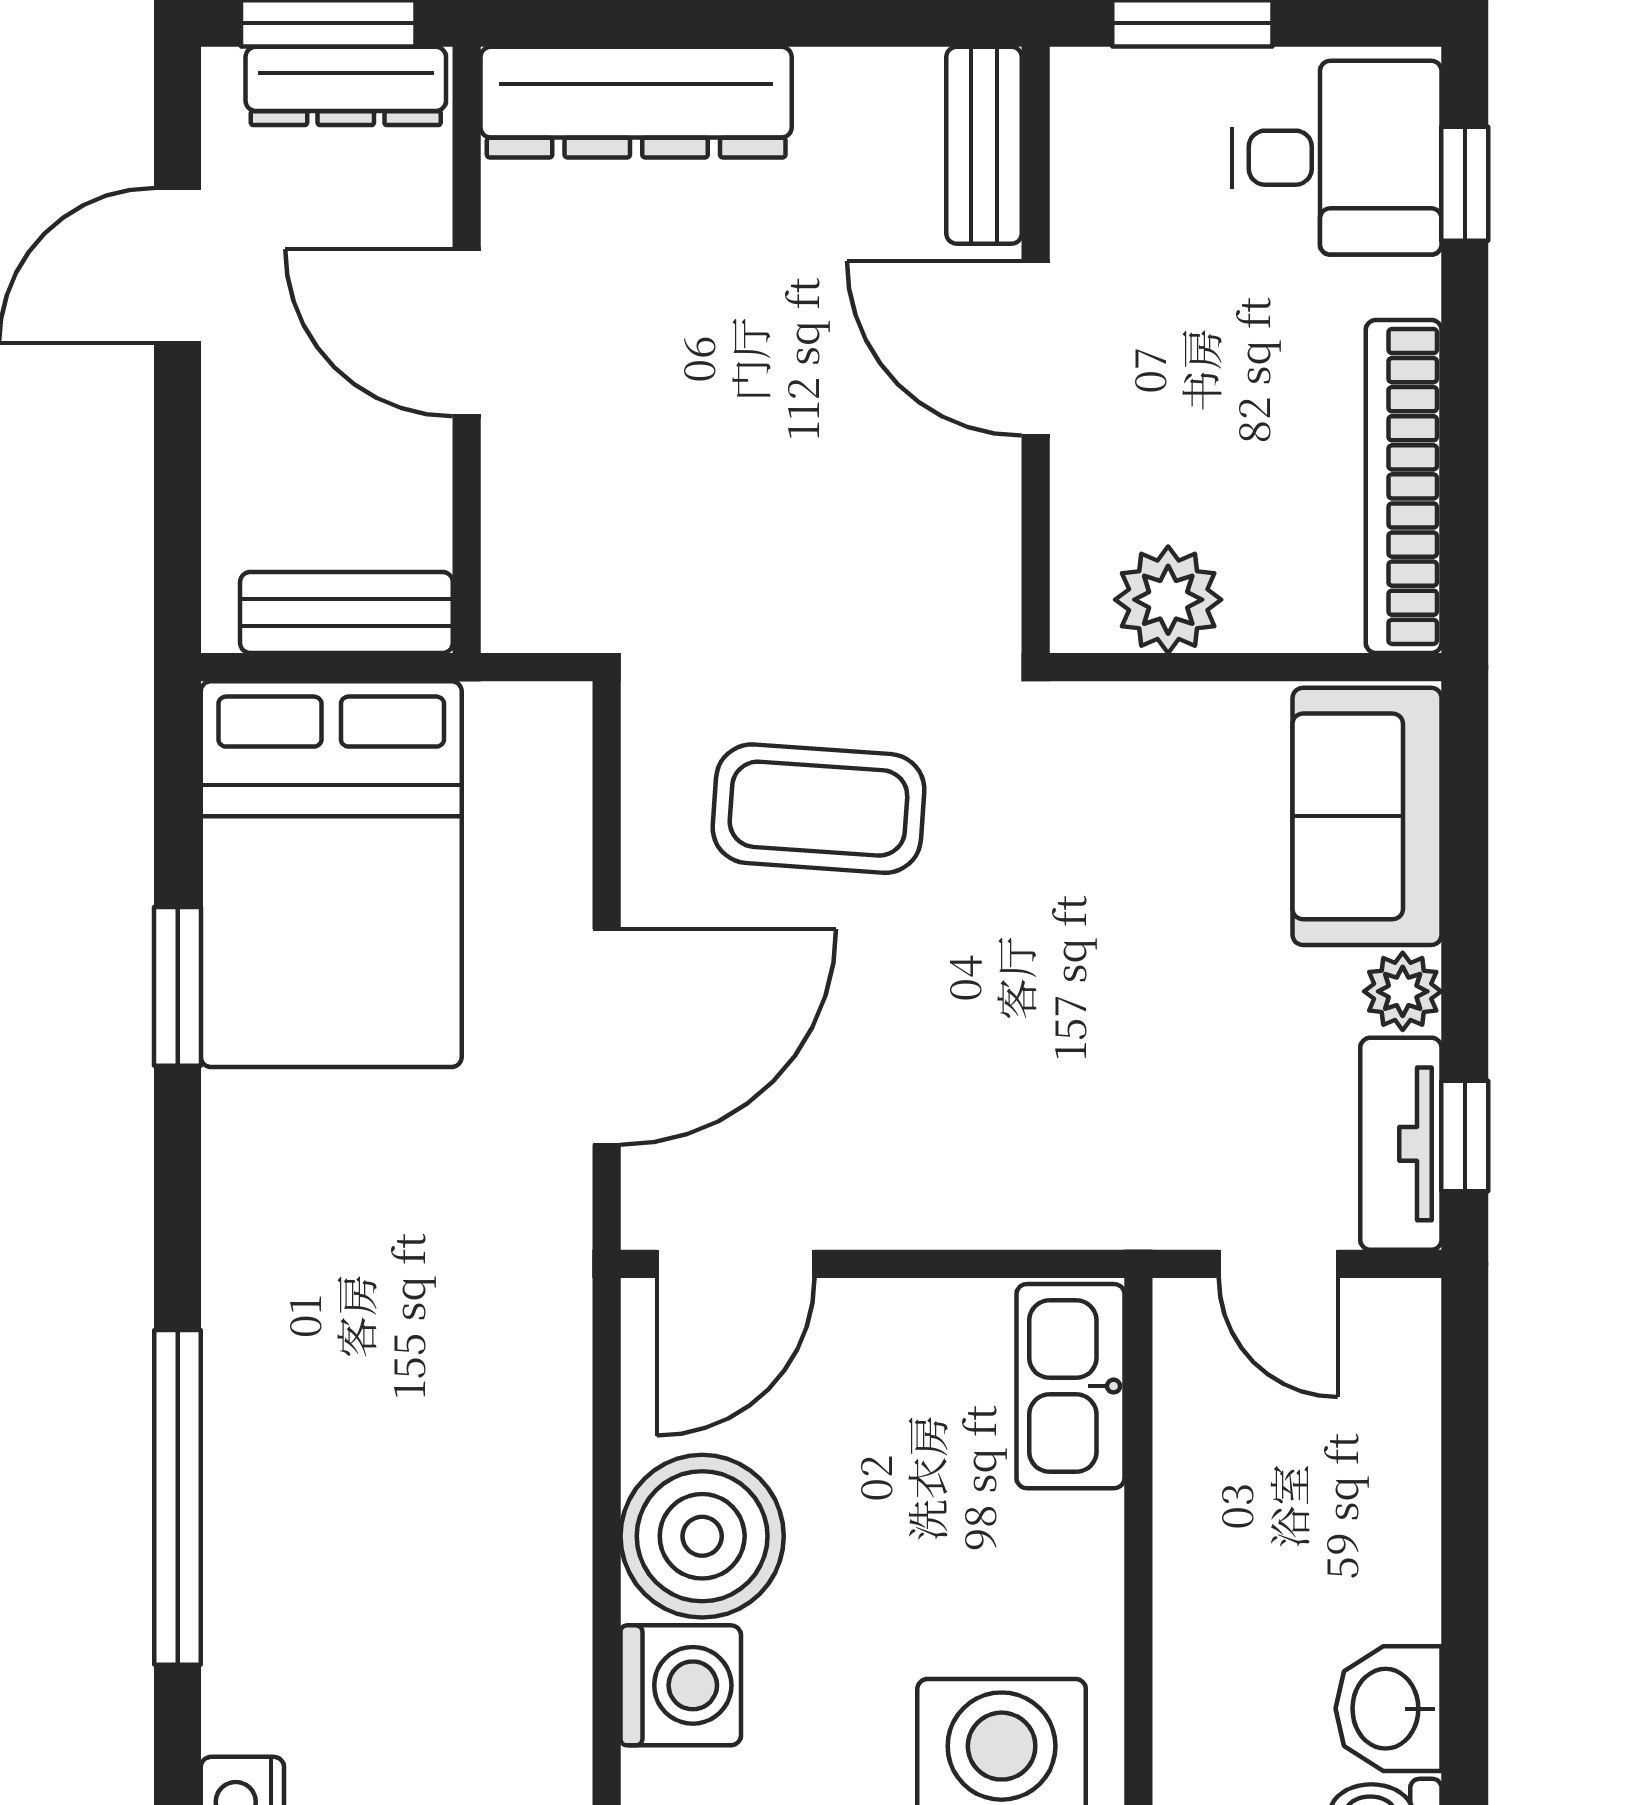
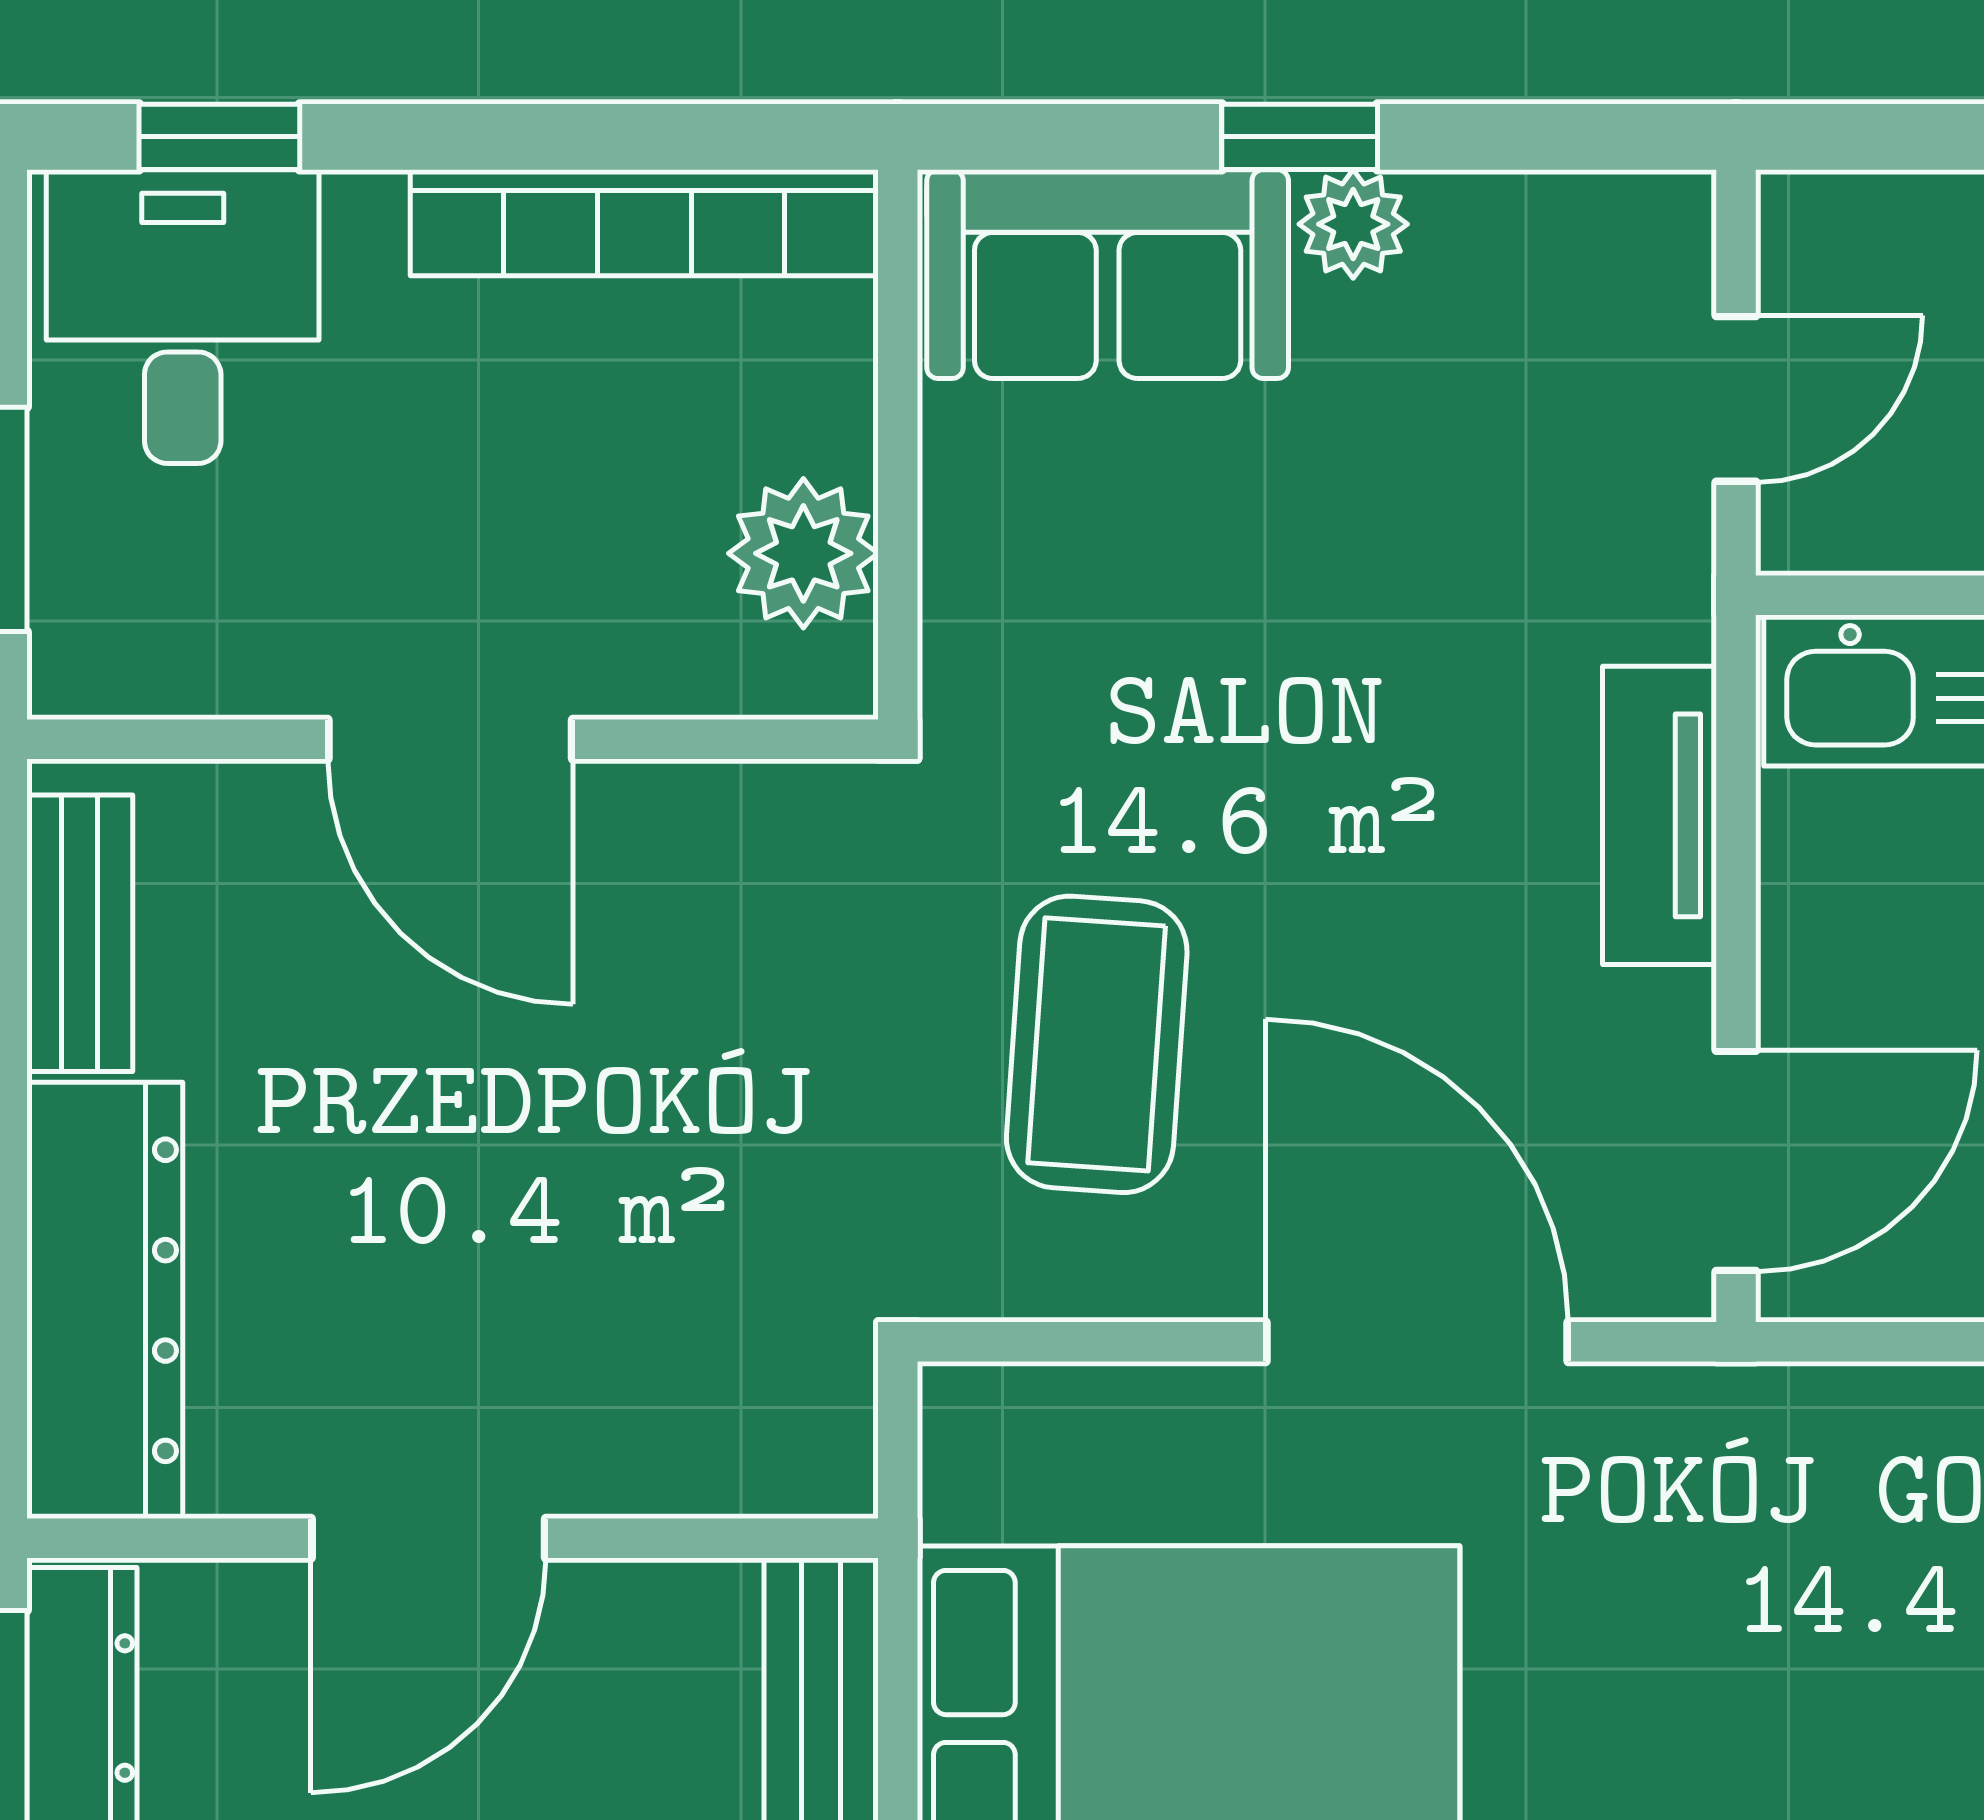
bench: (984, 145) -> (80, 933), moved, turned 90
door: (1036, 348) -> (450, 739), hinge flipped
window: (1465, 1136) -> (1300, 137), moved
tv unit: (1401, 1144) -> (1659, 815), moved, turned 90
door: (735, 1264) -> (1736, 1161), hinge flipped

